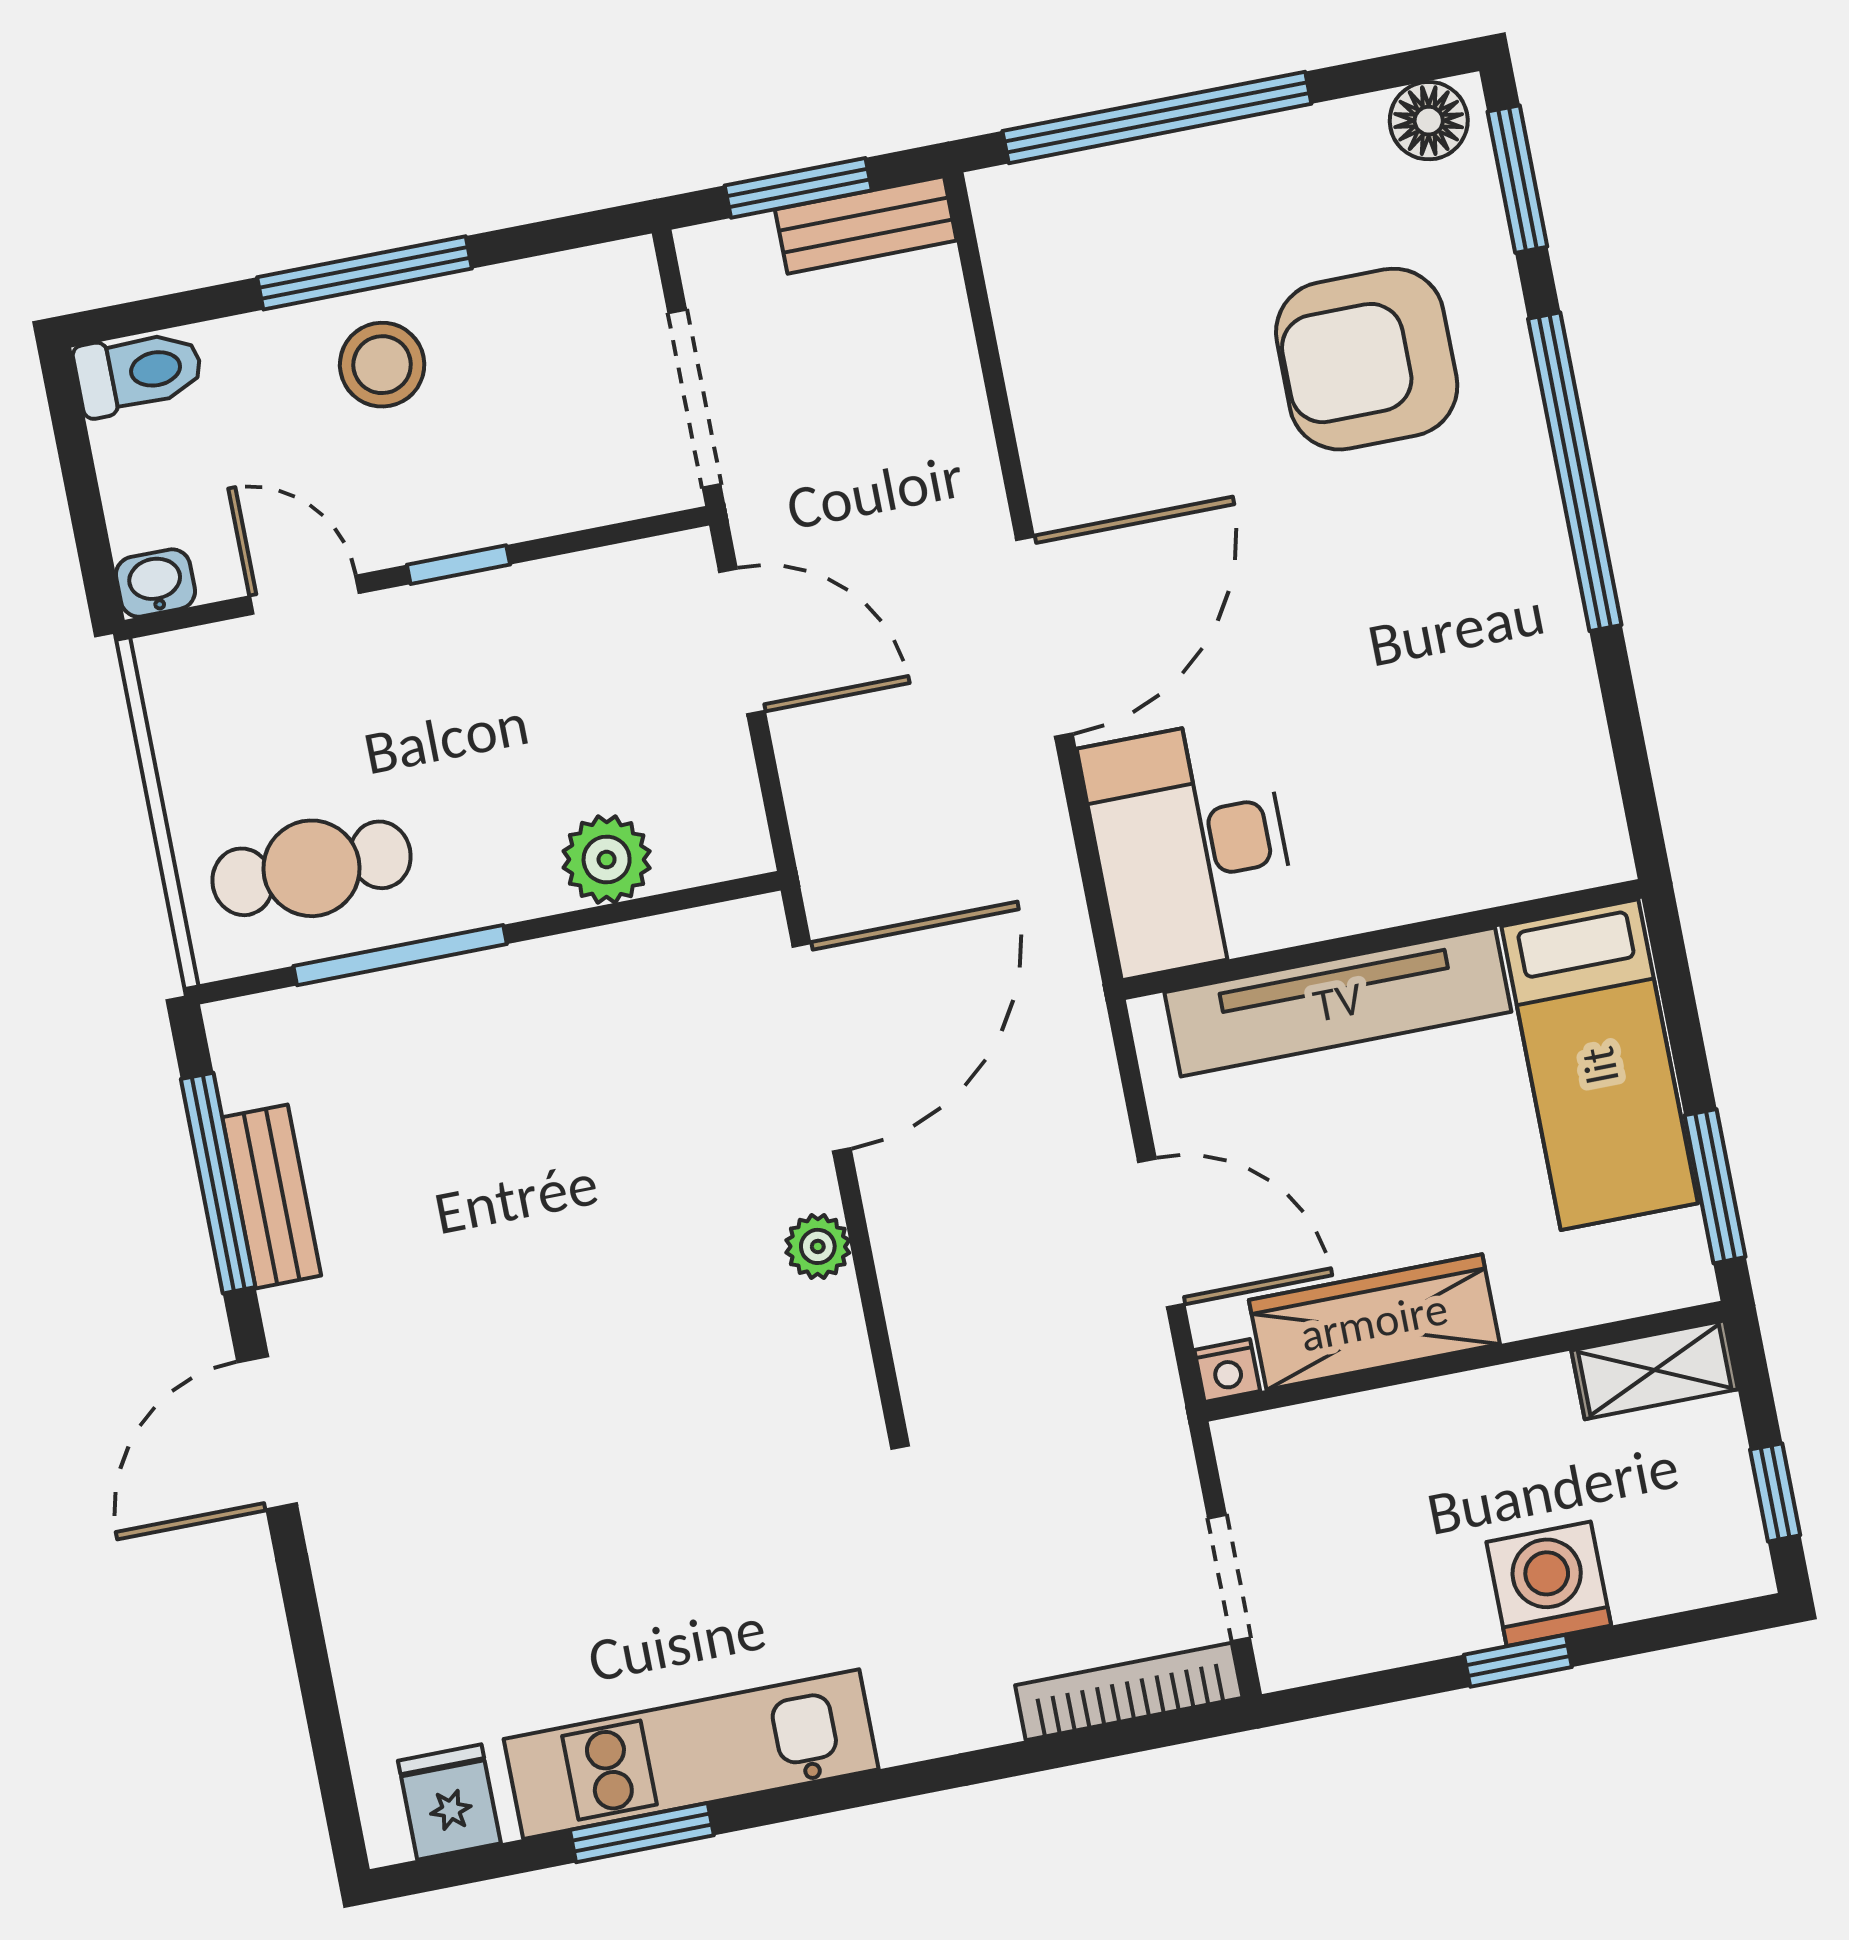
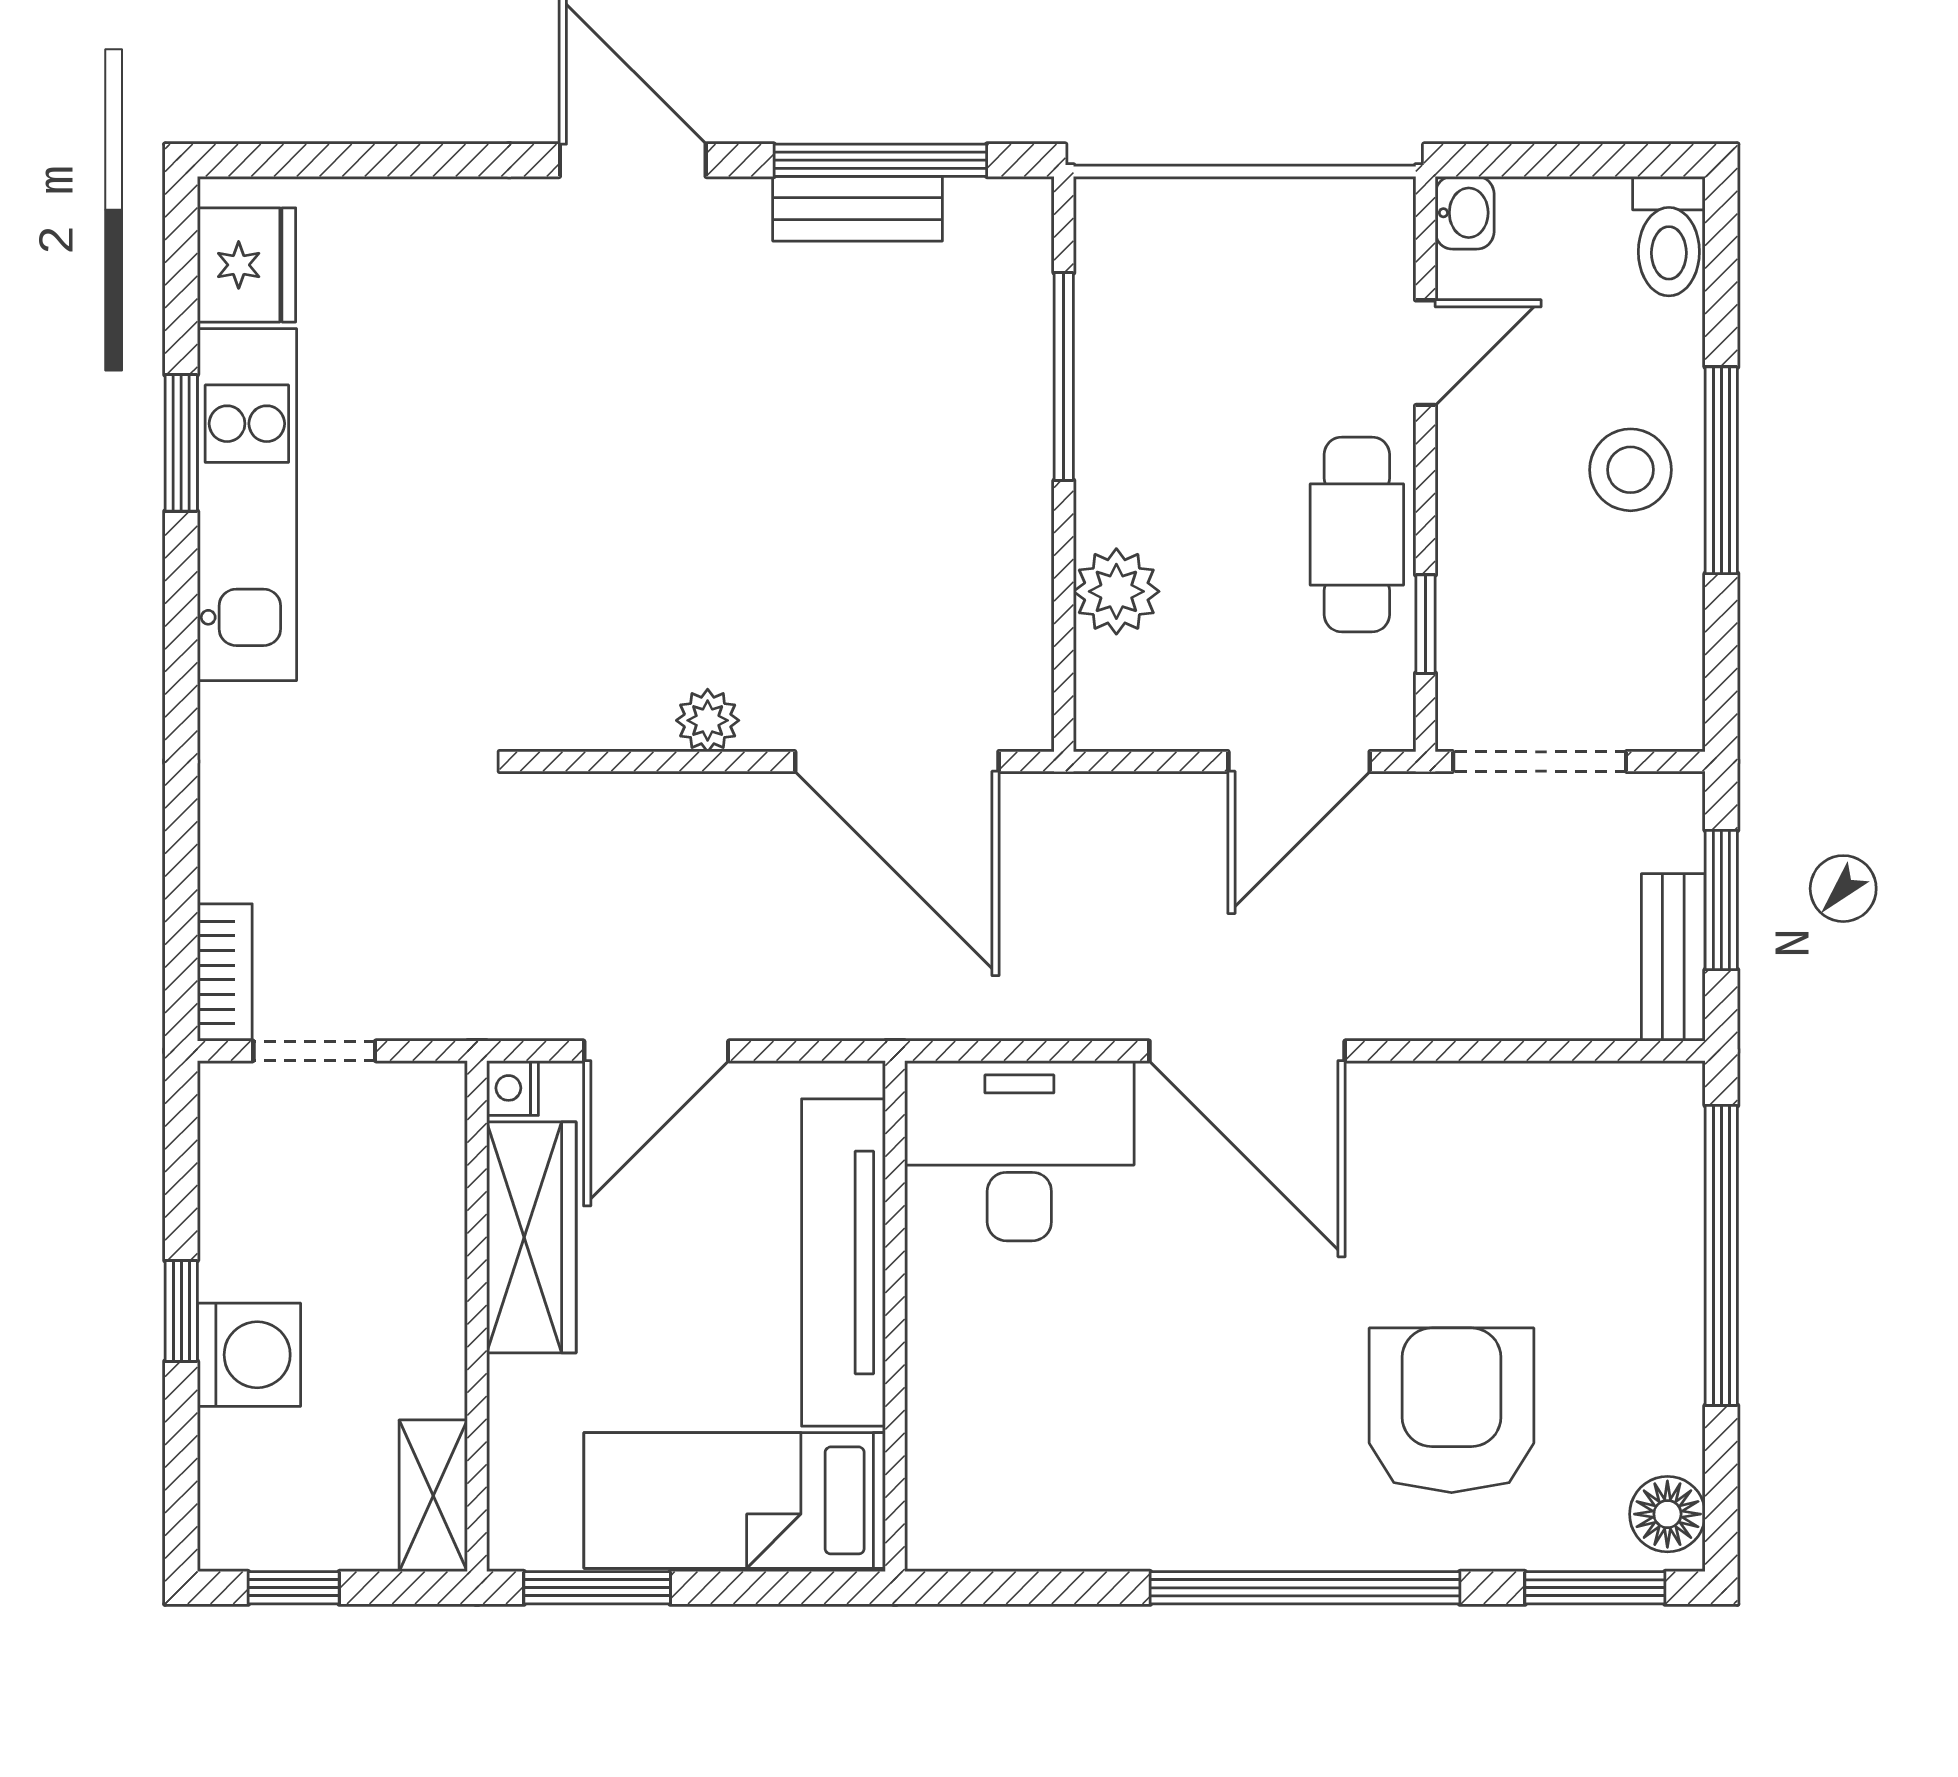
window: (458, 565) -> (1426, 624), moved
cafe table: (312, 868) -> (1357, 534), moved
bookcase: (1129, 1691) -> (225, 973), width x0.64
fridge: (449, 1802) -> (246, 265), width x1.38

